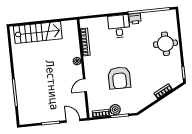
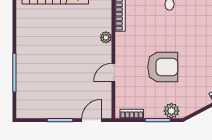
armchair: (119, 78) -> (163, 67), turned -90
plant: (115, 110) -> (171, 111), moved
door: (73, 121) -> (92, 120), hinge flipped

